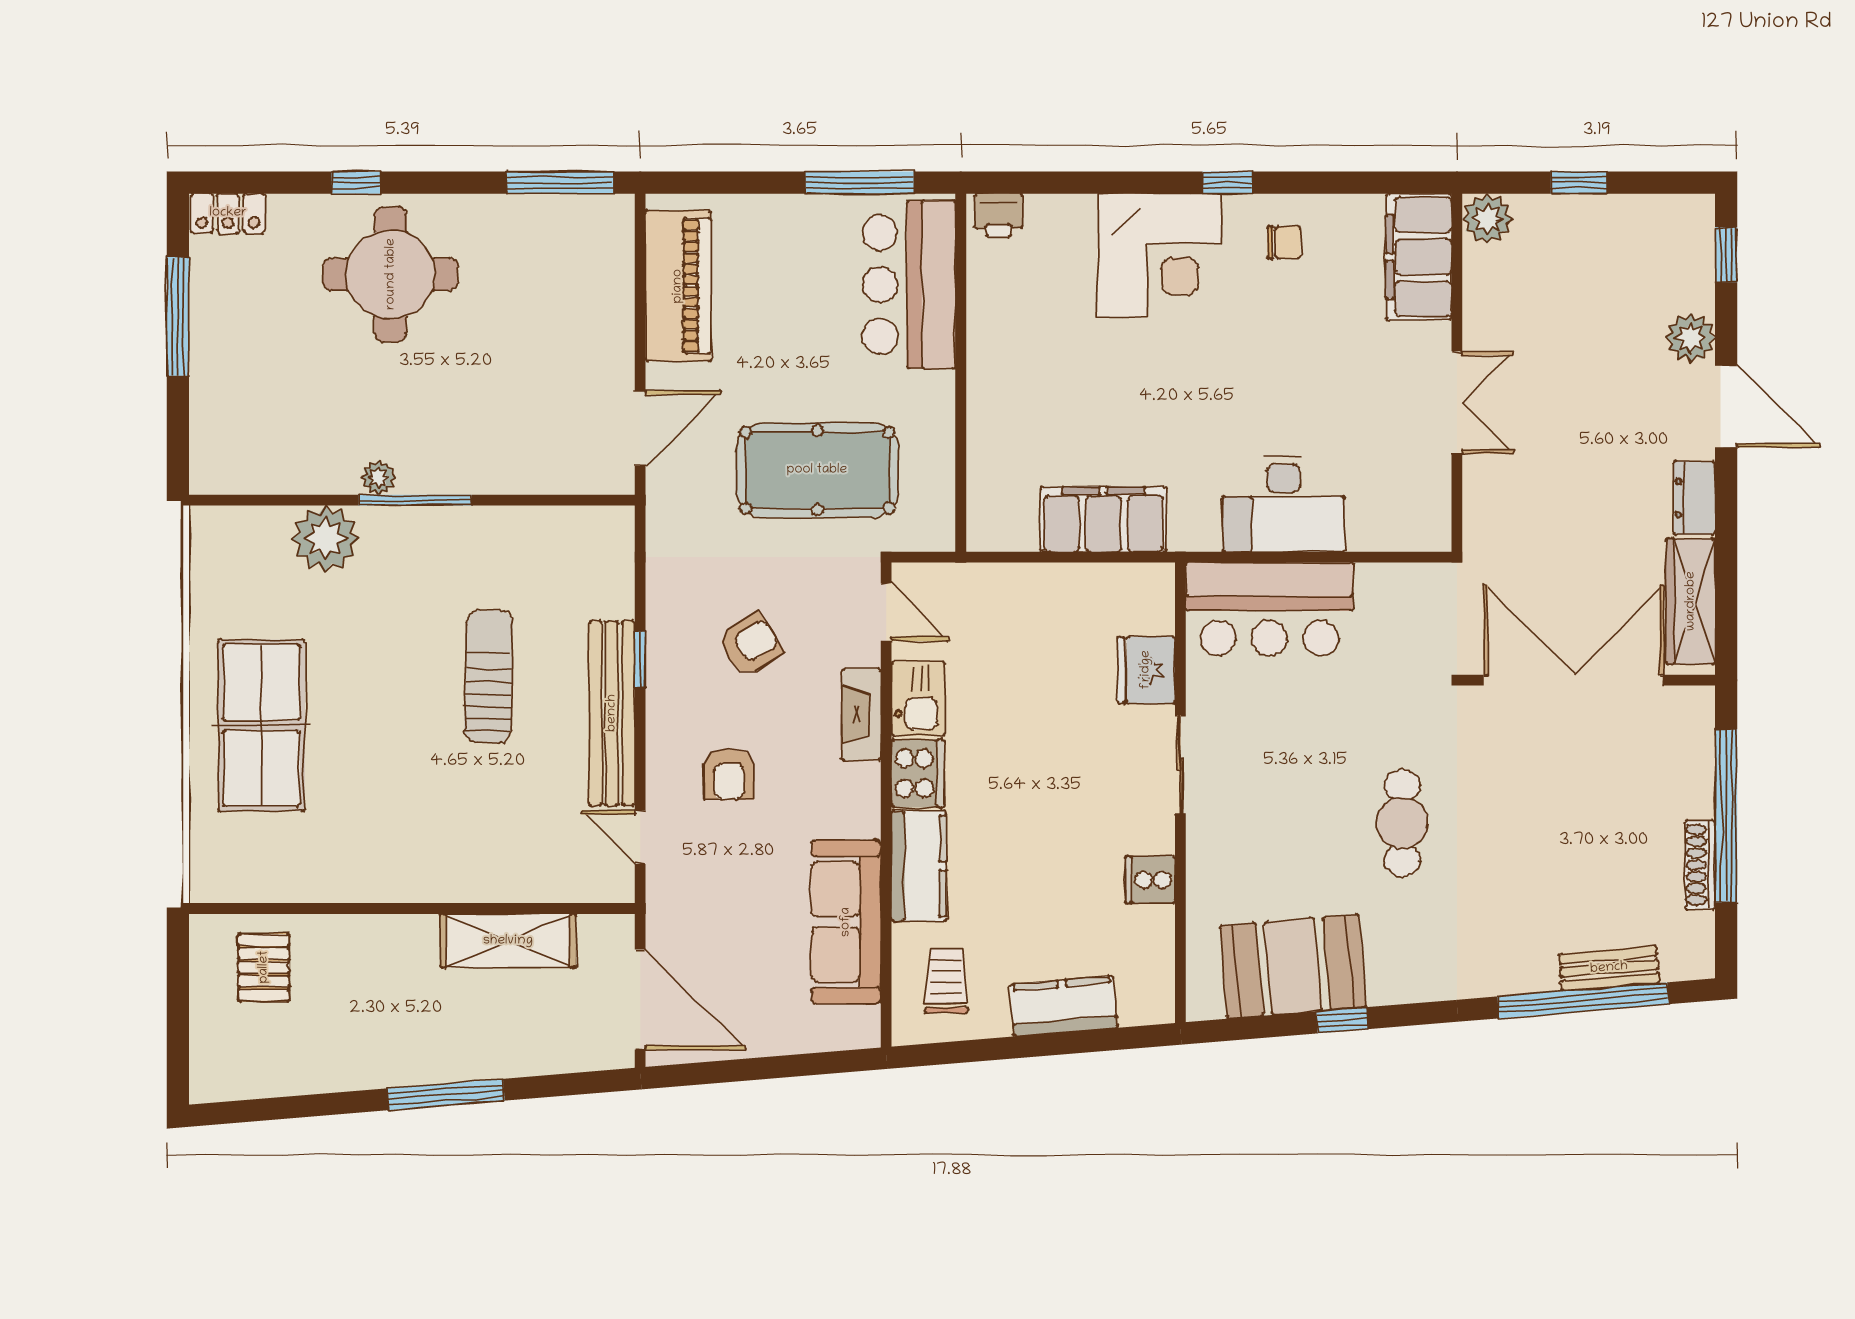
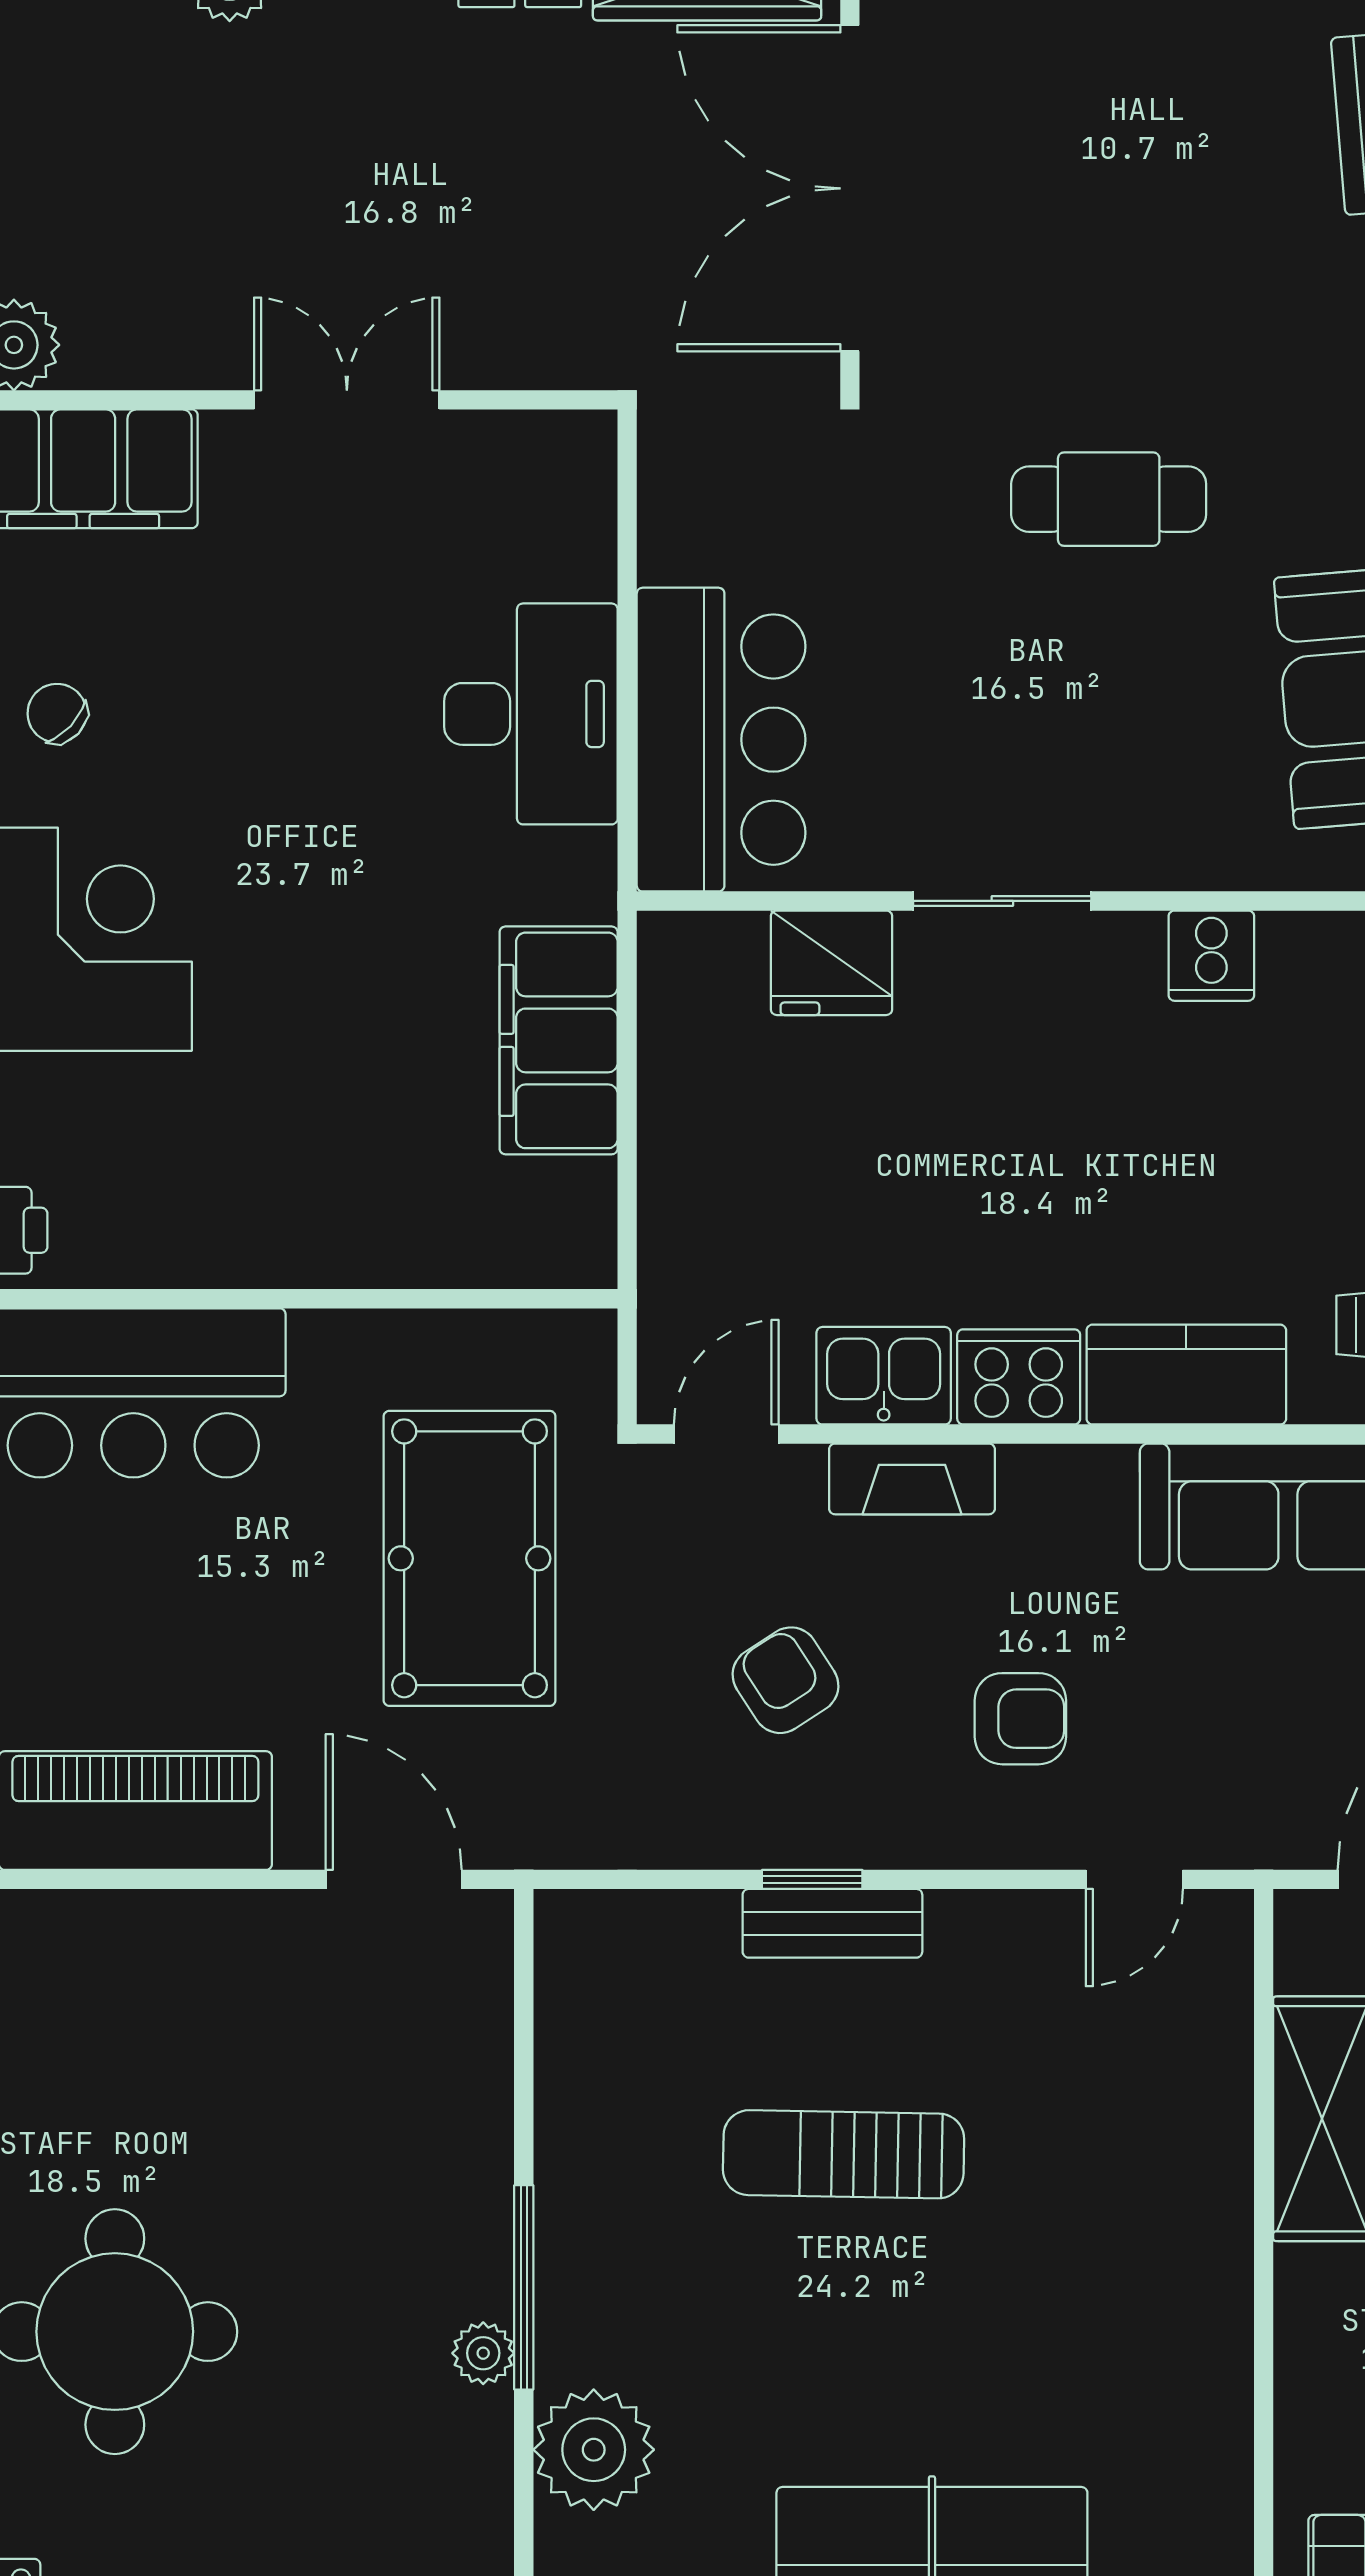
chair: (1284, 242) -> (57, 713), turned -47
bench: (612, 713) -> (832, 1923), width x0.54, depth x0.82

